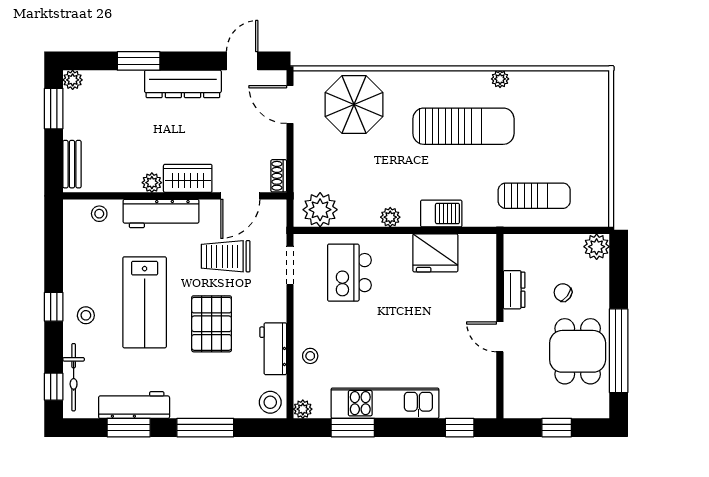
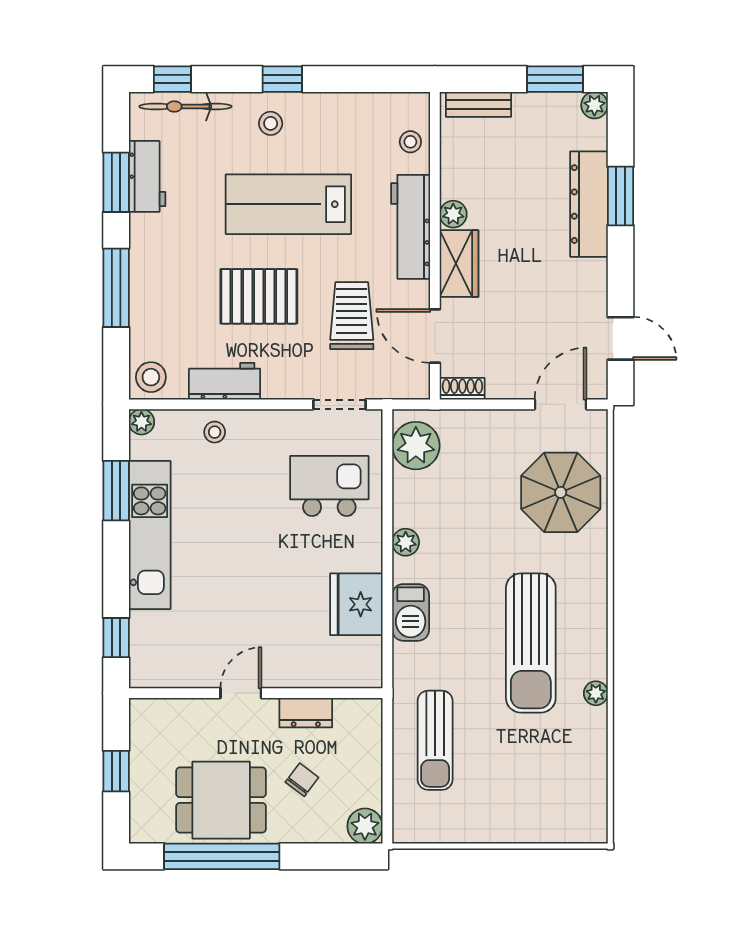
dresser: (183, 84) -> (589, 204), moved
workbench: (134, 405) -> (147, 176), width x0.73

